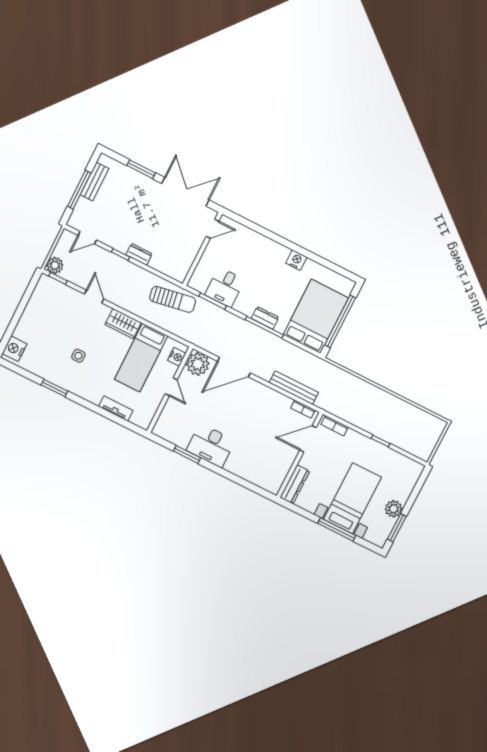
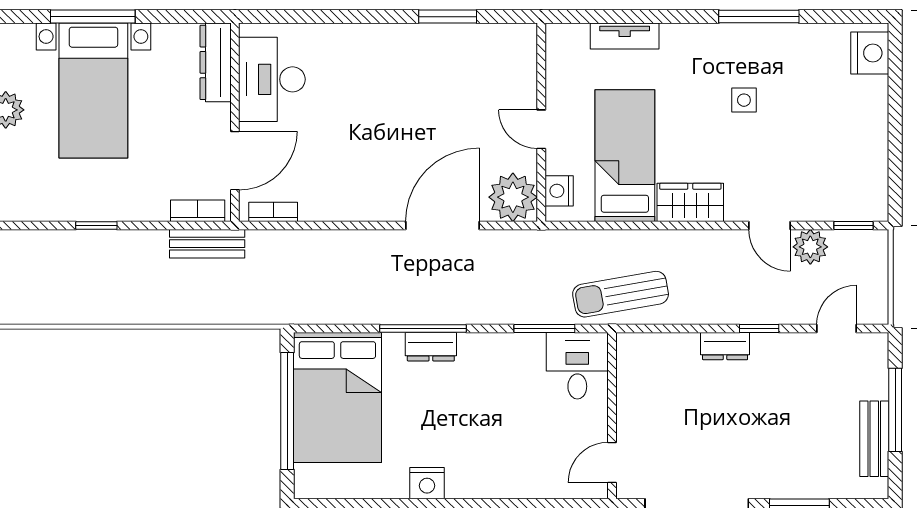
plant: (55, 265) -> (810, 247), moved
desk: (225, 287) -> (577, 366), moved
window: (54, 388) -> (759, 17), width x1.44
bench: (294, 388) -> (207, 244), moved, width x0.73
desk: (211, 445) -> (272, 79), moved, turned -90

